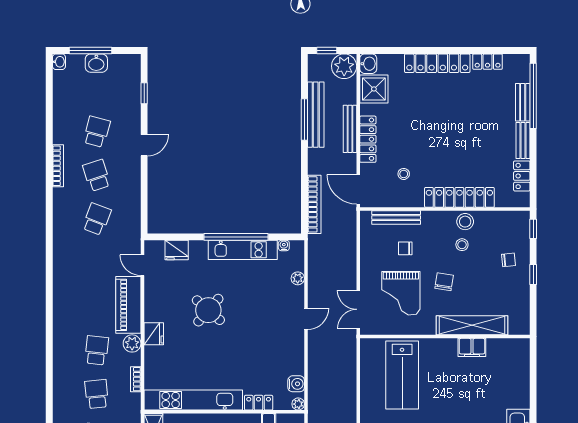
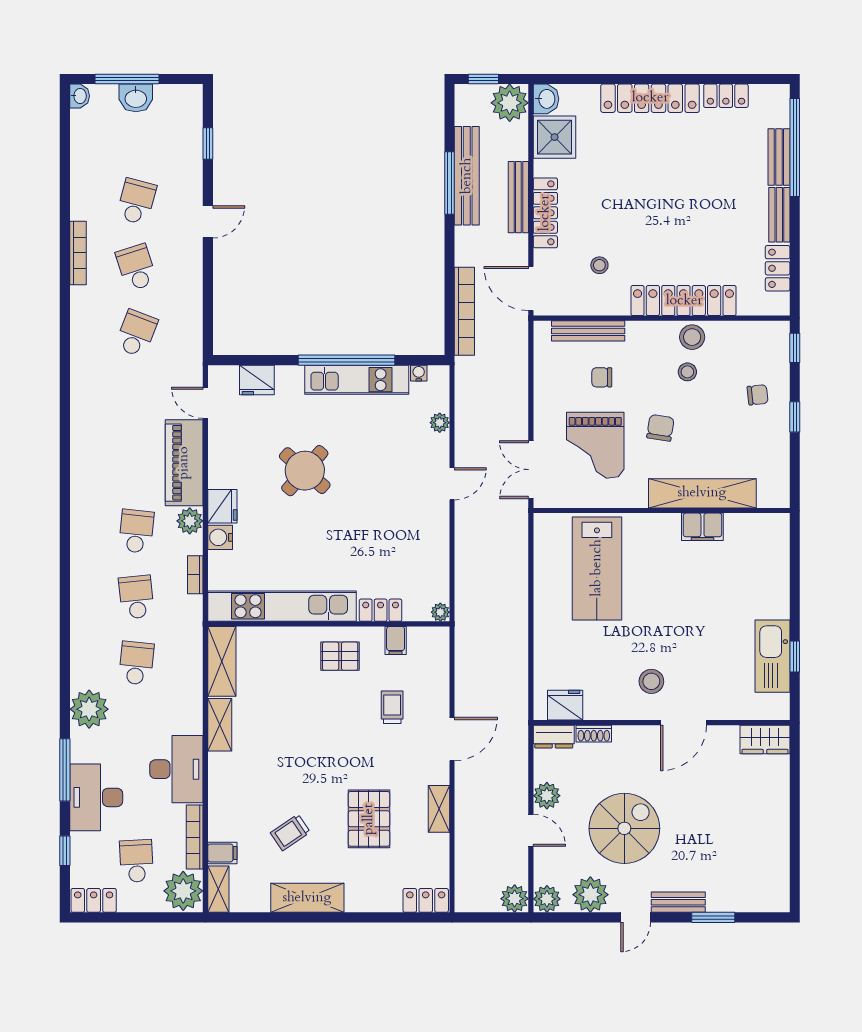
water cooler: (296, 384) -> (220, 537), moved, turned 180

